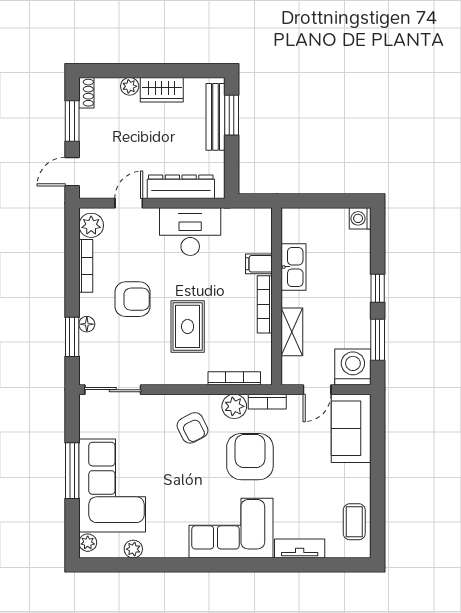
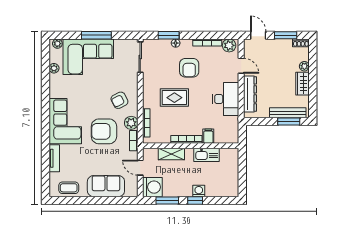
washing machine: (360, 218) -> (199, 191), moved
sofa: (351, 428) -> (106, 186), moved
armchair: (250, 457) -> (104, 131), turned 180

